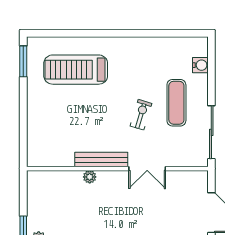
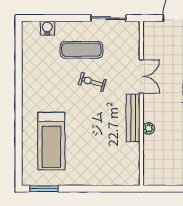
sliding door: (211, 132) -> (108, 18), width x0.73

